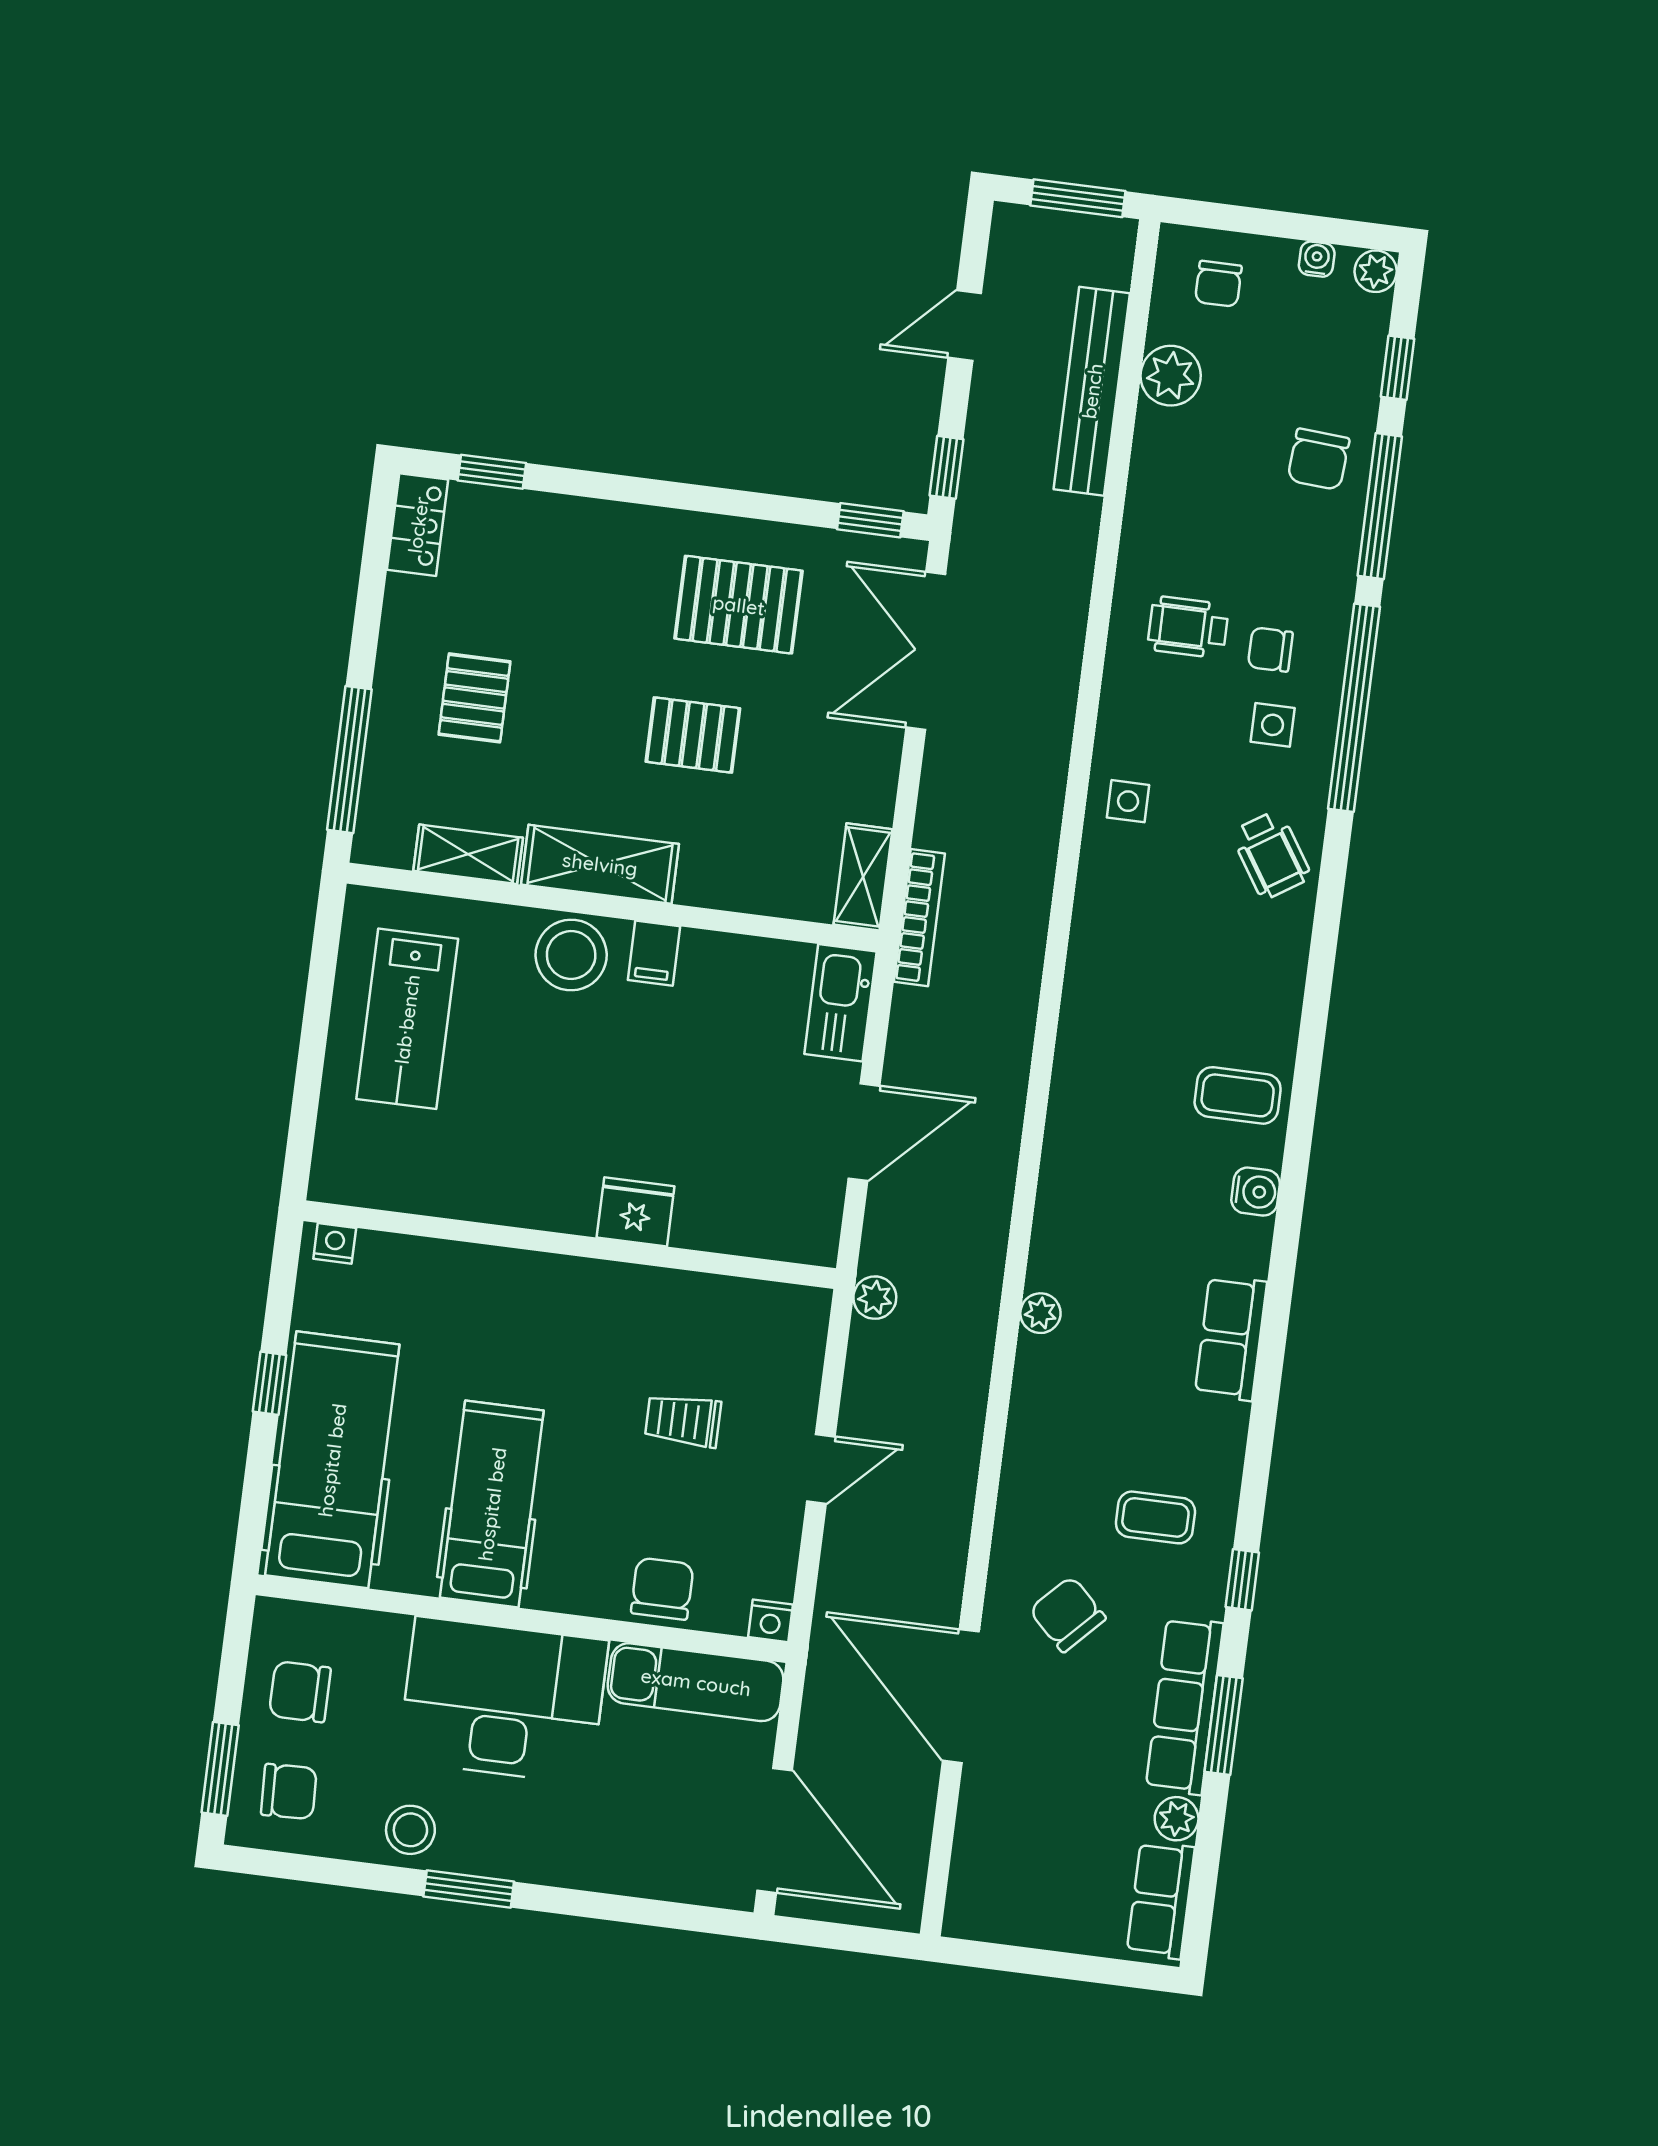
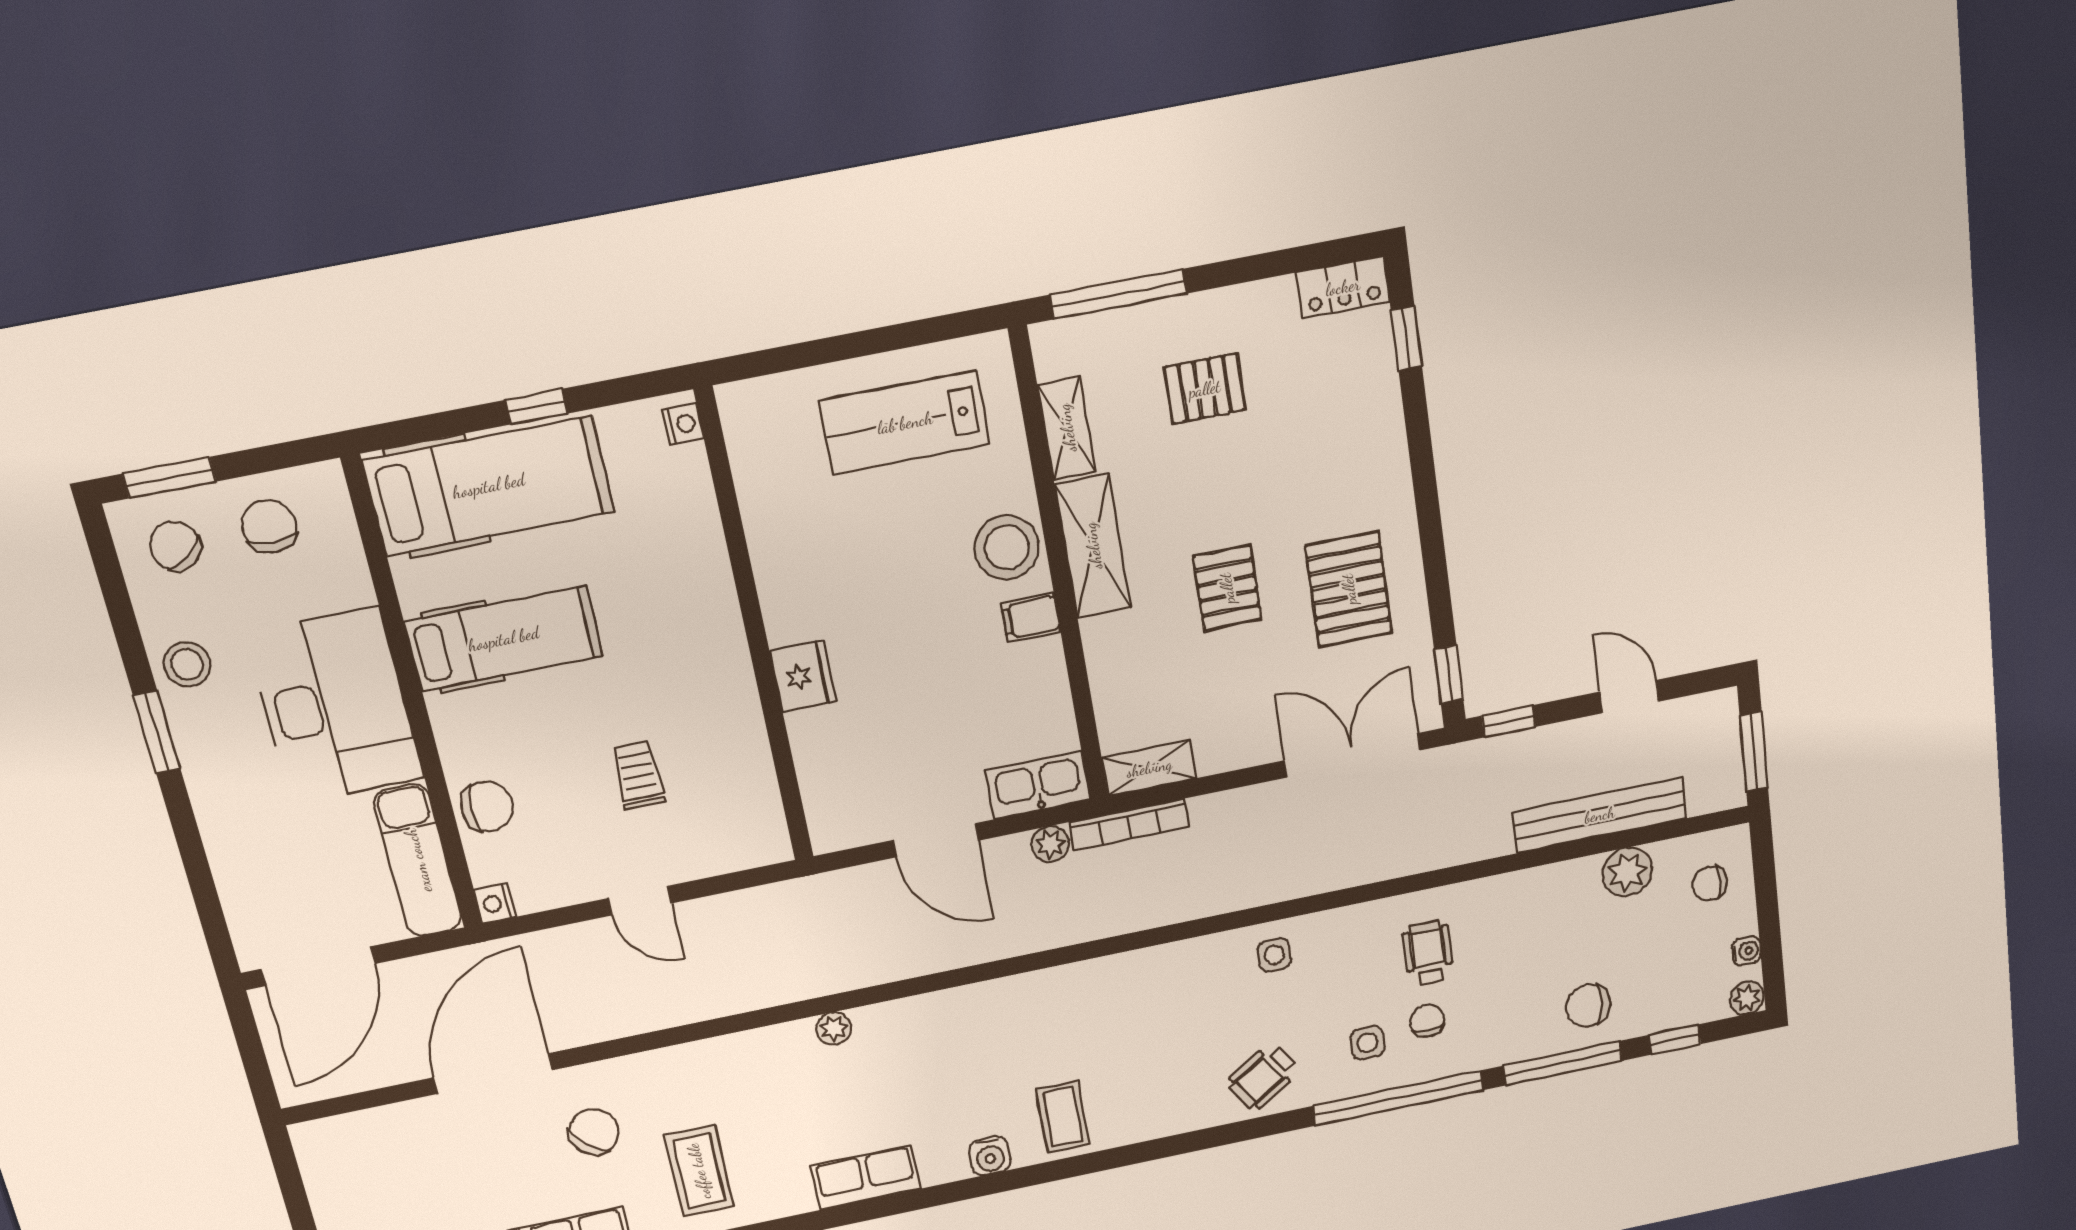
plant: (875, 1298) -> (1050, 844), moved
coffee table: (1155, 1517) -> (699, 1171), width x1.36, depth x1.30
chair: (289, 1792) -> (175, 546), turned 145

